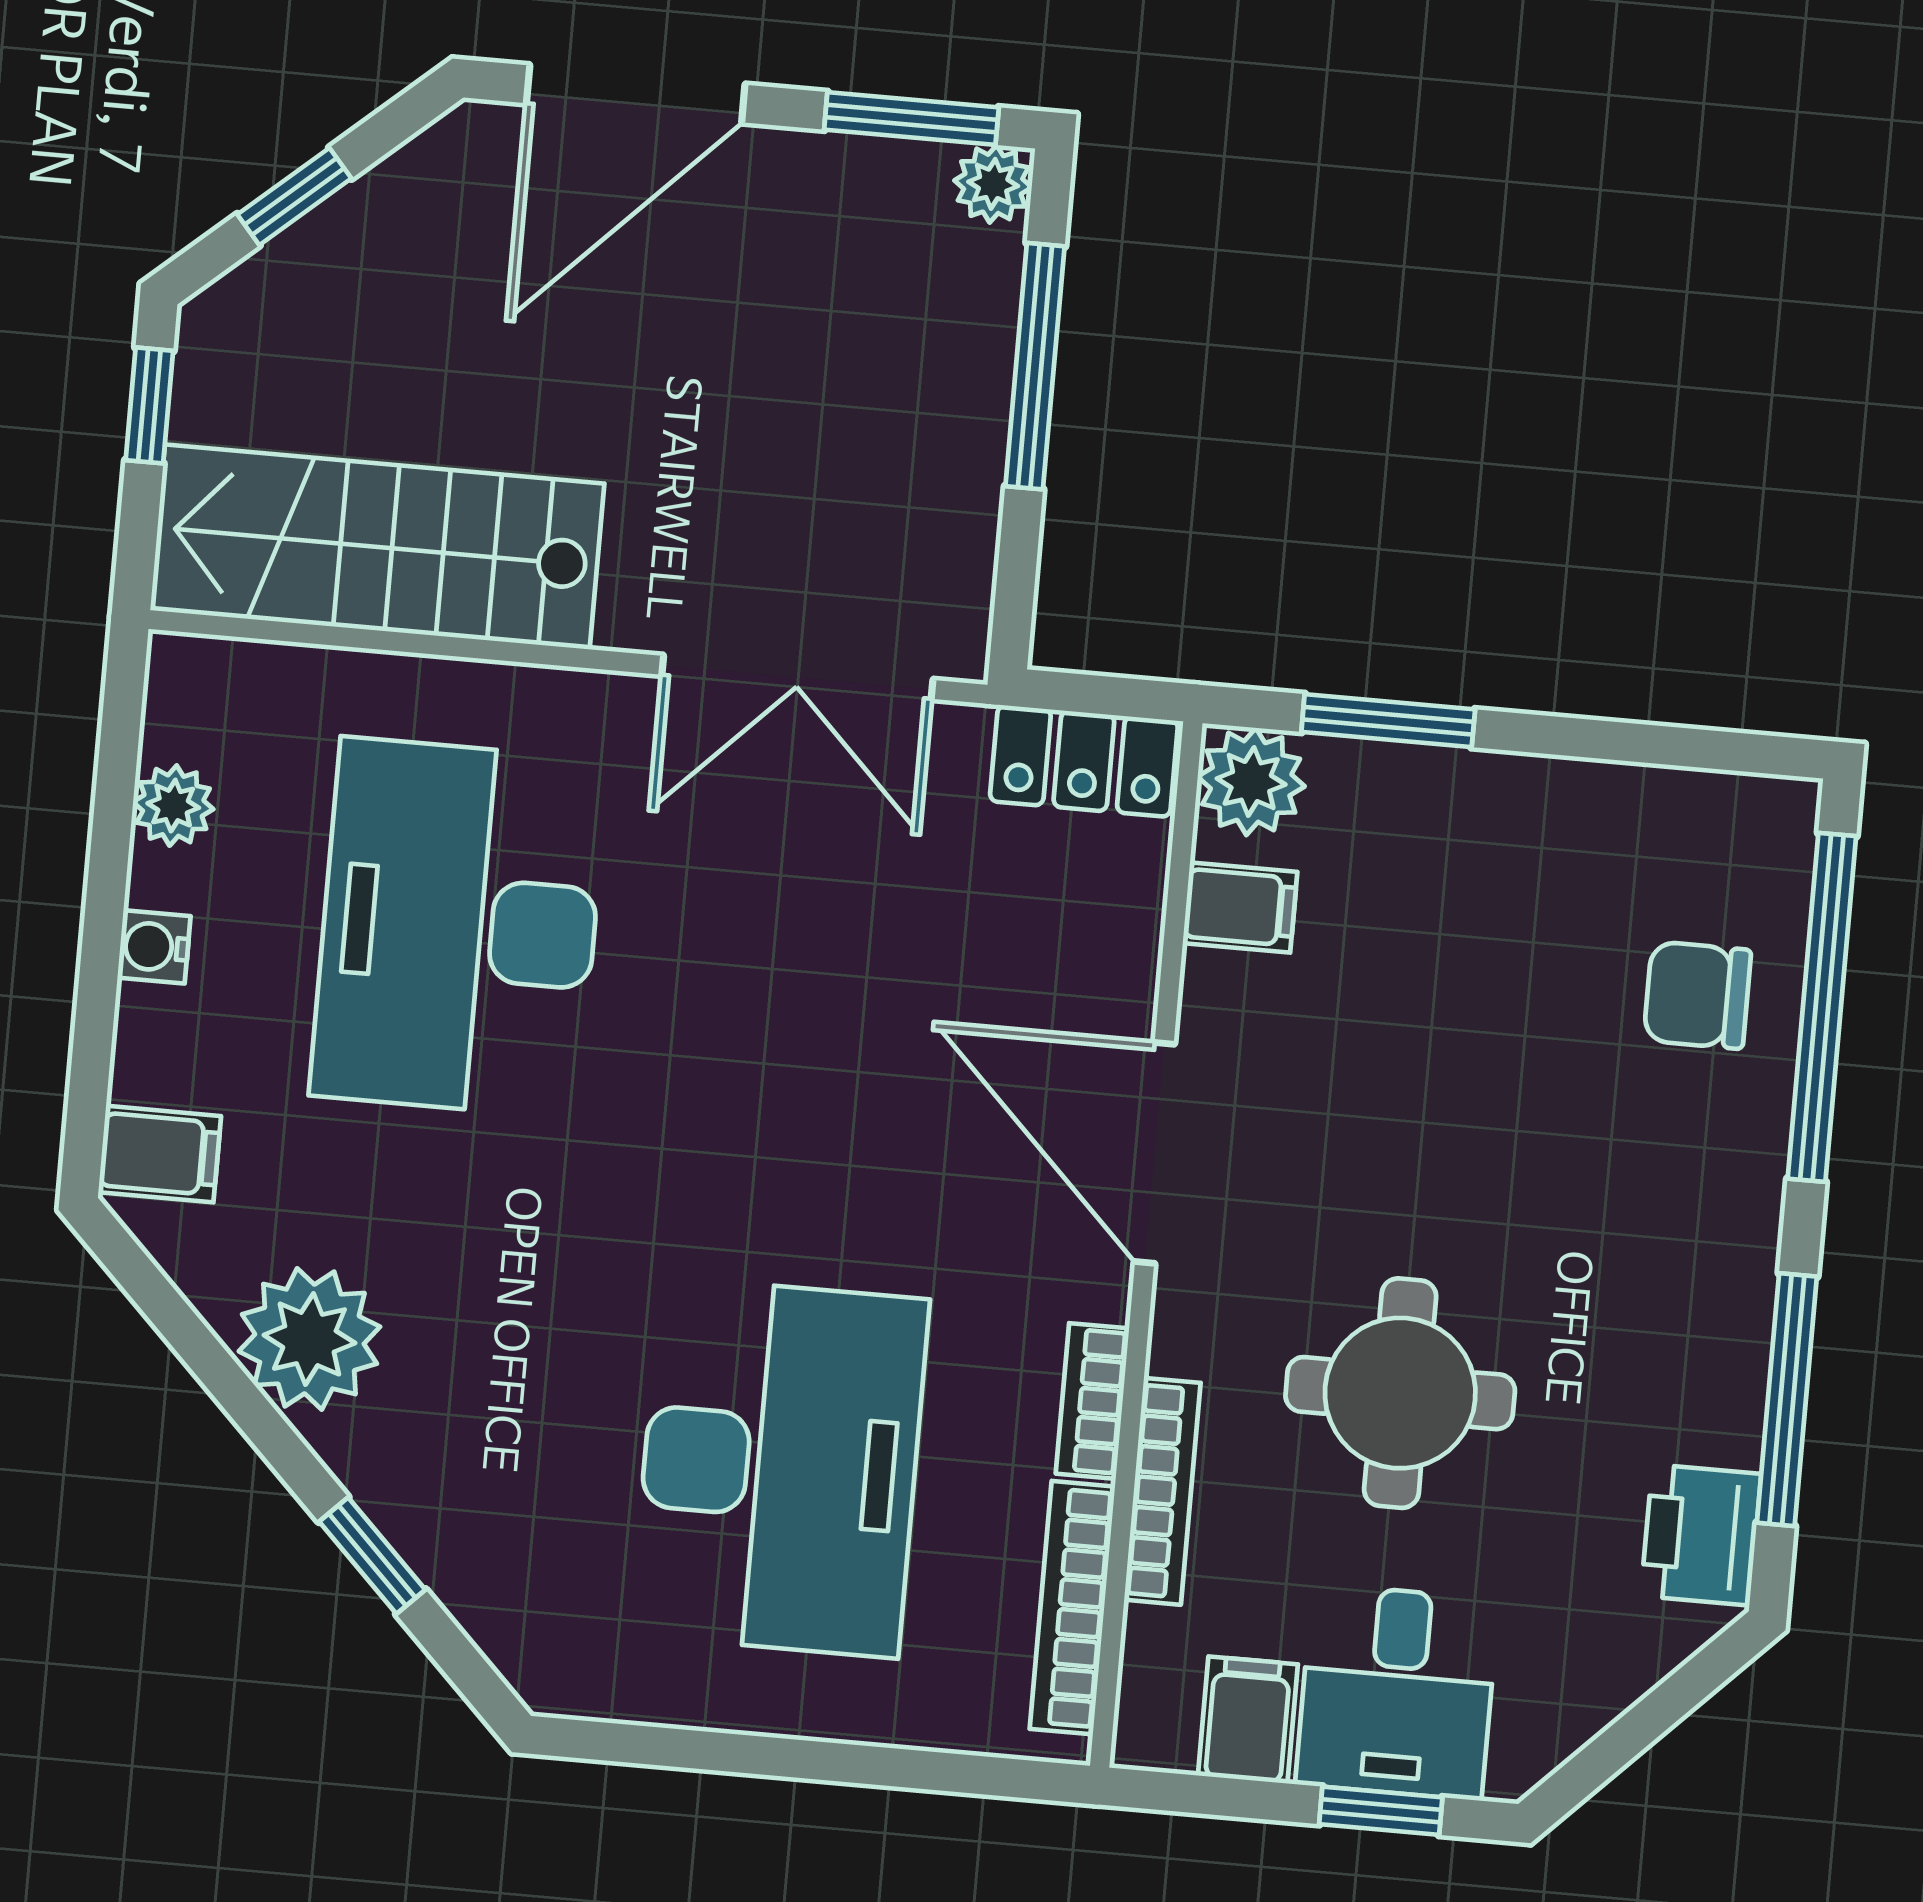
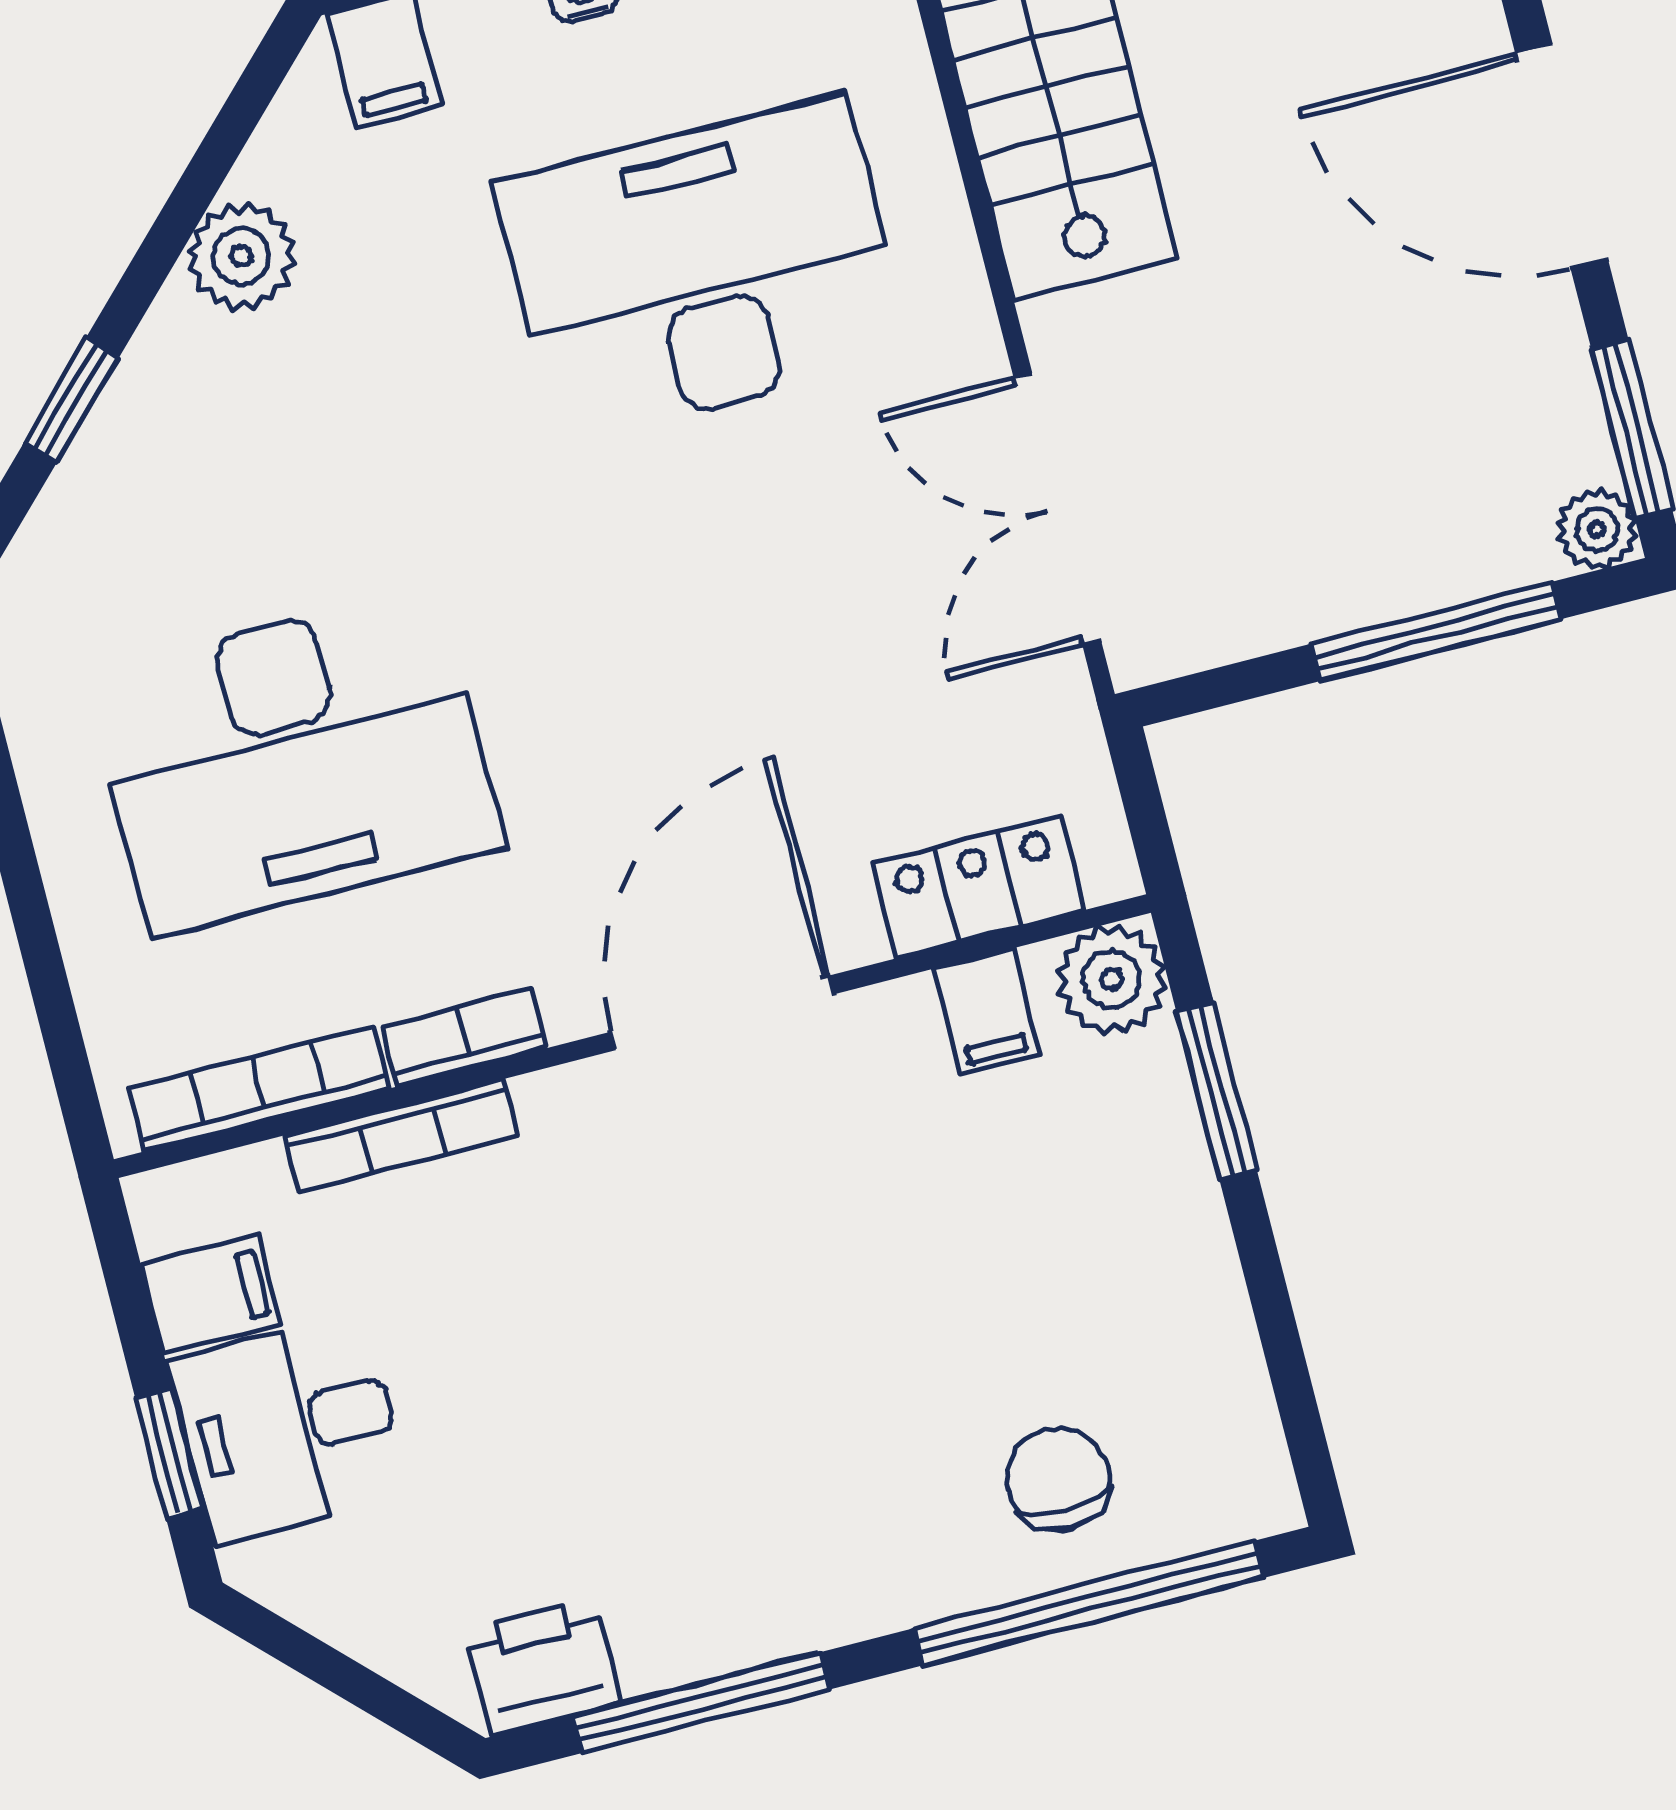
locker: (1084, 761) -> (978, 887), moved, turned 90
plant: (309, 1339) -> (241, 256), width x0.73, depth x0.73
round table: (1400, 1393) -> (576, 1330), removed

